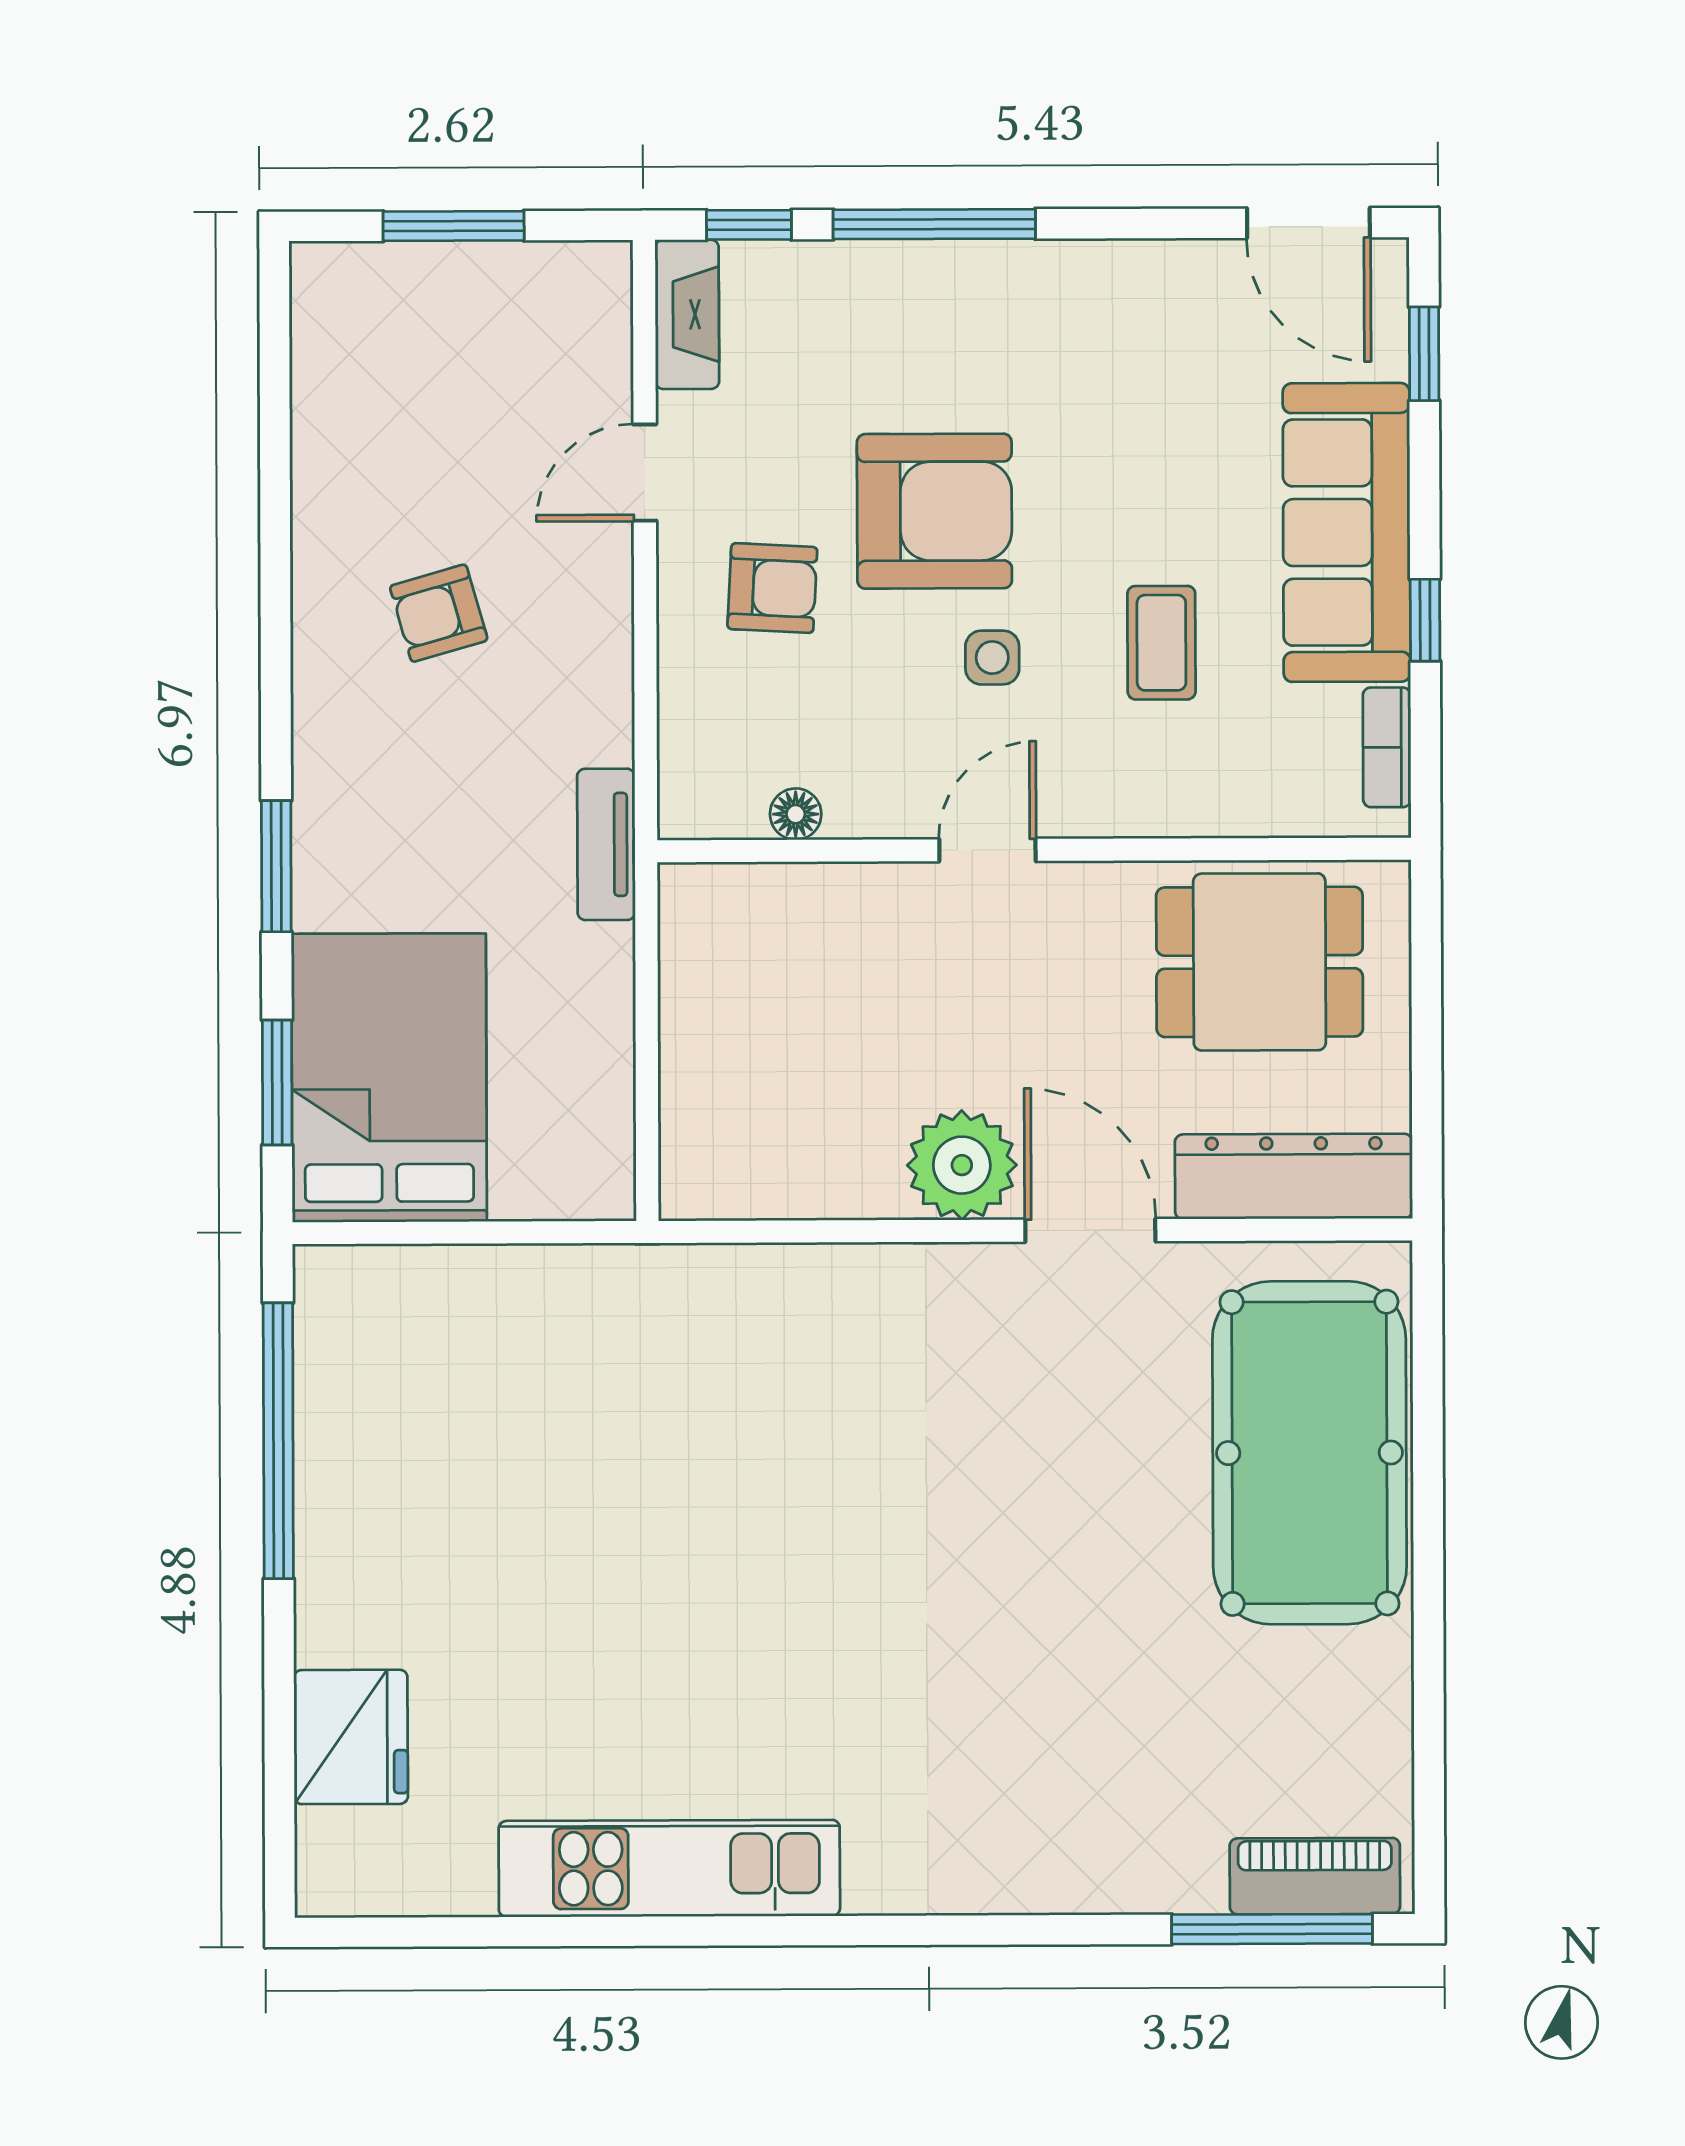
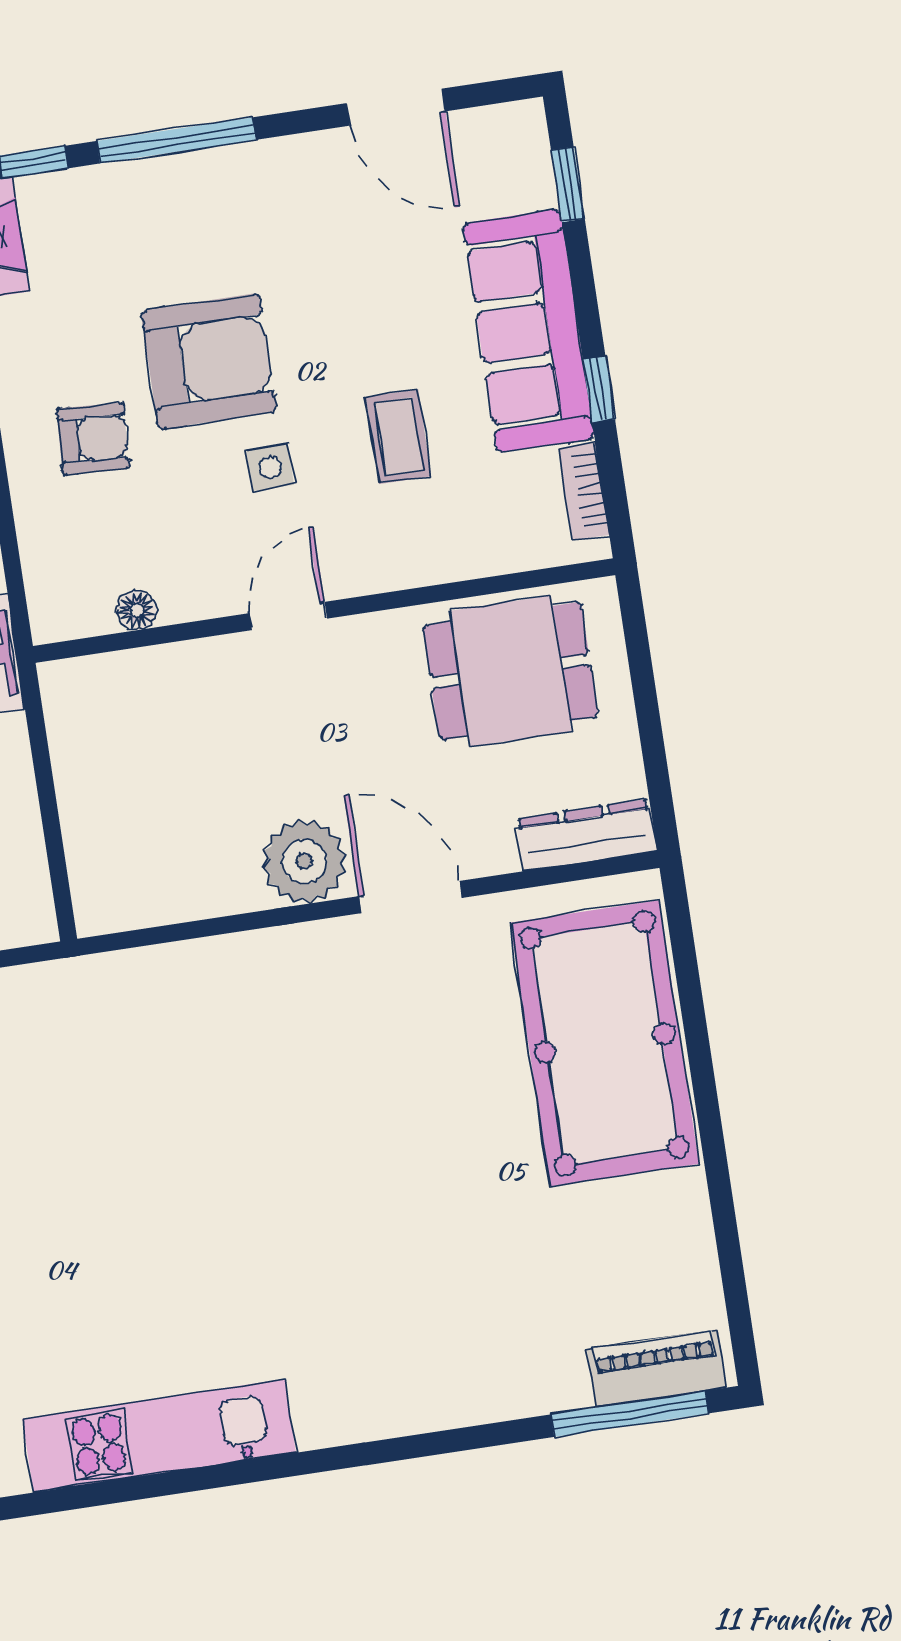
door: (1308, 223) -> (396, 107), moved
dresser: (1294, 1176) -> (586, 835), width x0.73, depth x0.80

